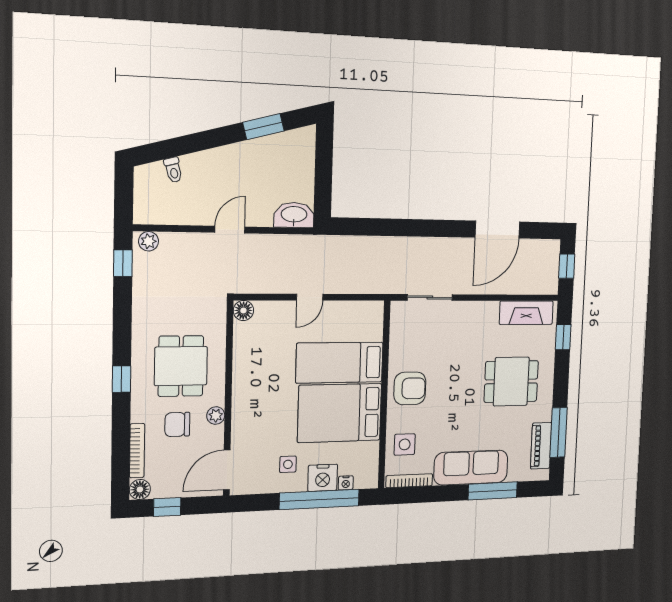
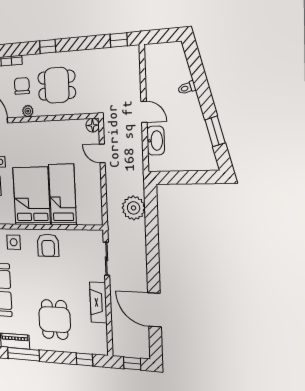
toilet: (173, 170) -> (187, 88), moved
washbasin: (294, 215) -> (156, 141), moved
plant: (149, 241) -> (134, 208), moved, width x1.87, depth x1.87
door: (310, 297) -> (102, 153), moved
fireplace: (526, 313) -> (98, 302), moved

